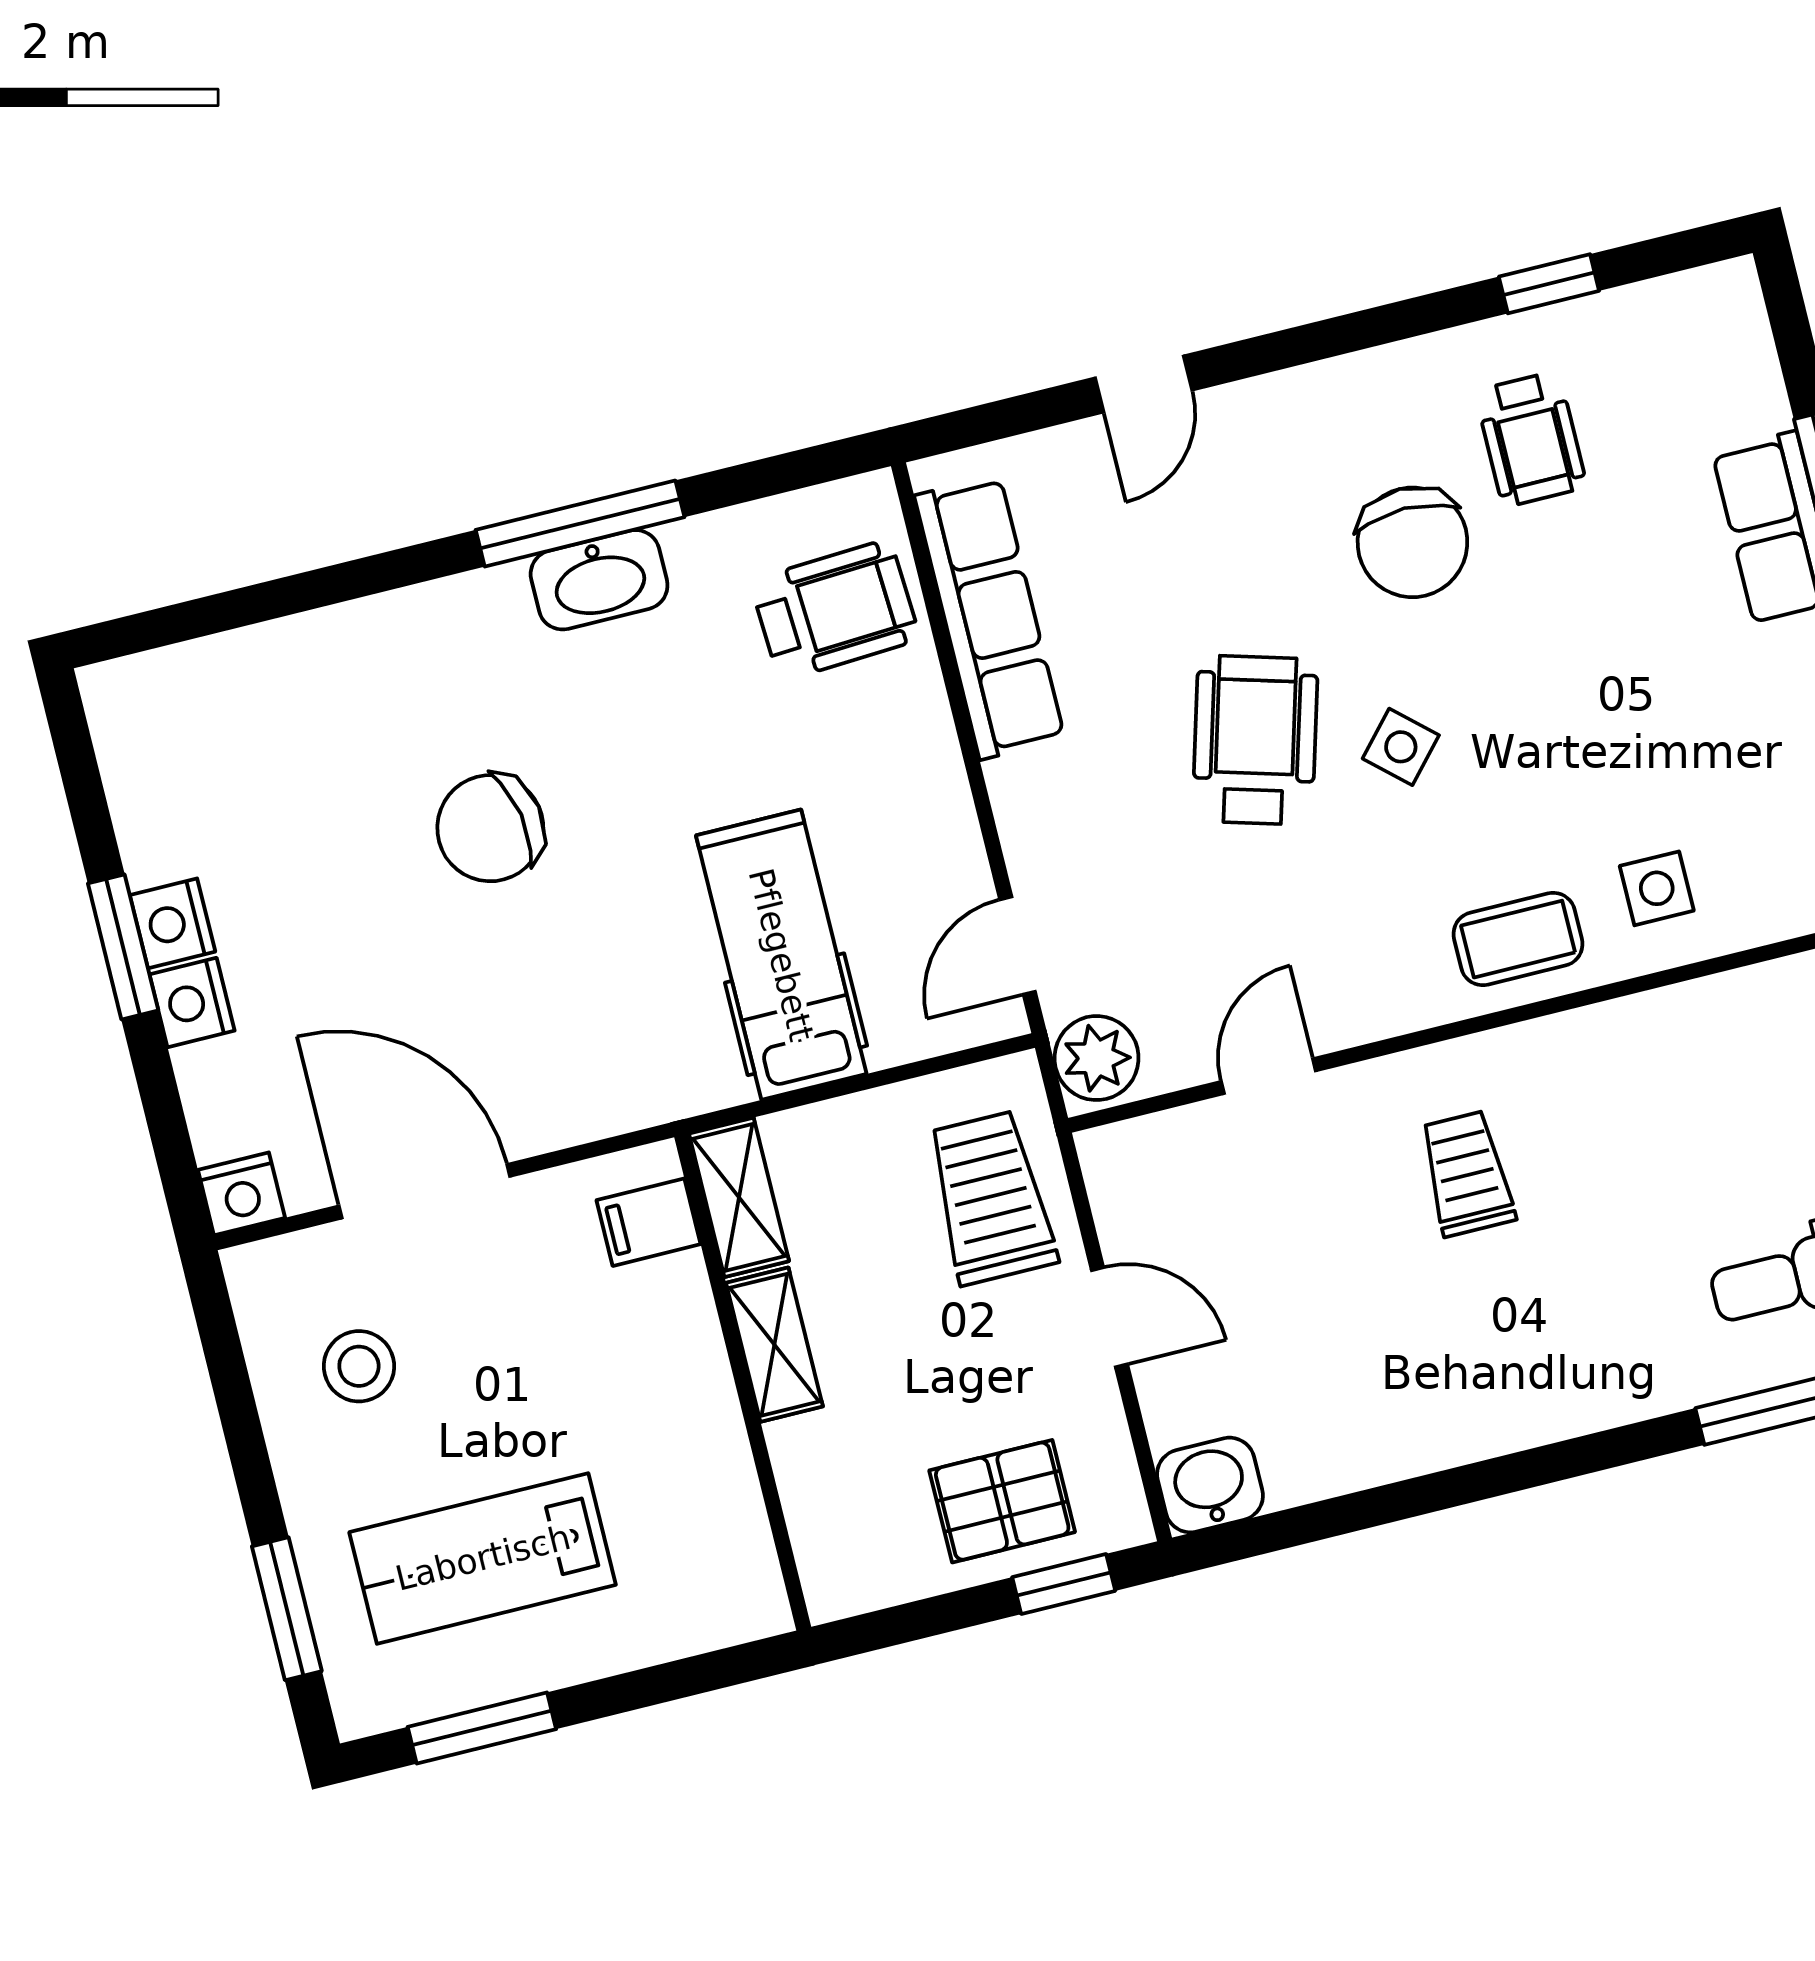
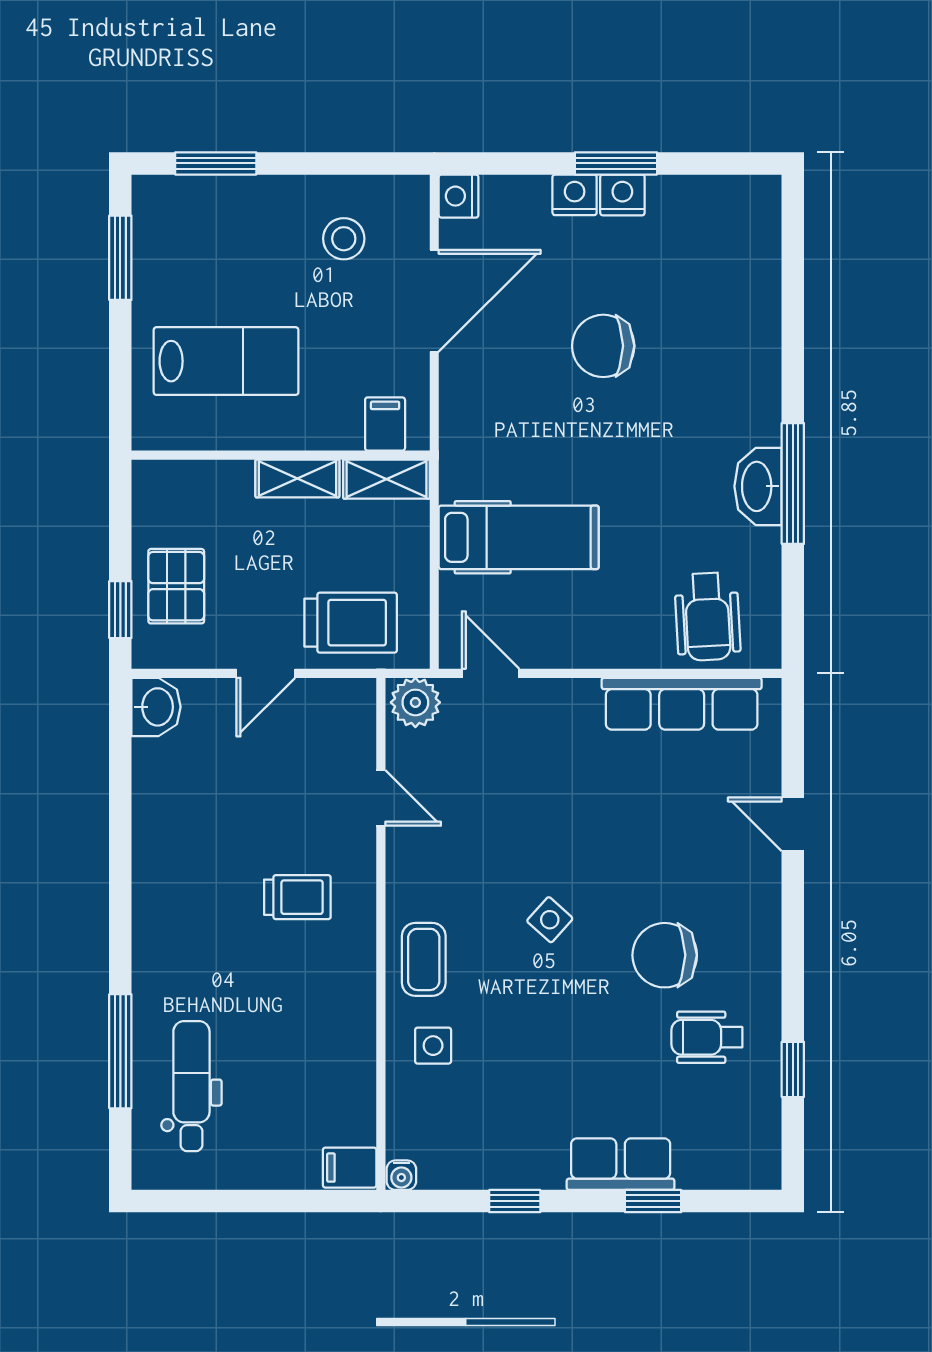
wheelchair: (1255, 740) -> (574, 838), removed
chair: (490, 828) -> (603, 346), moved, turned -80
lab bench: (483, 1558) -> (226, 361), moved, turned 90

